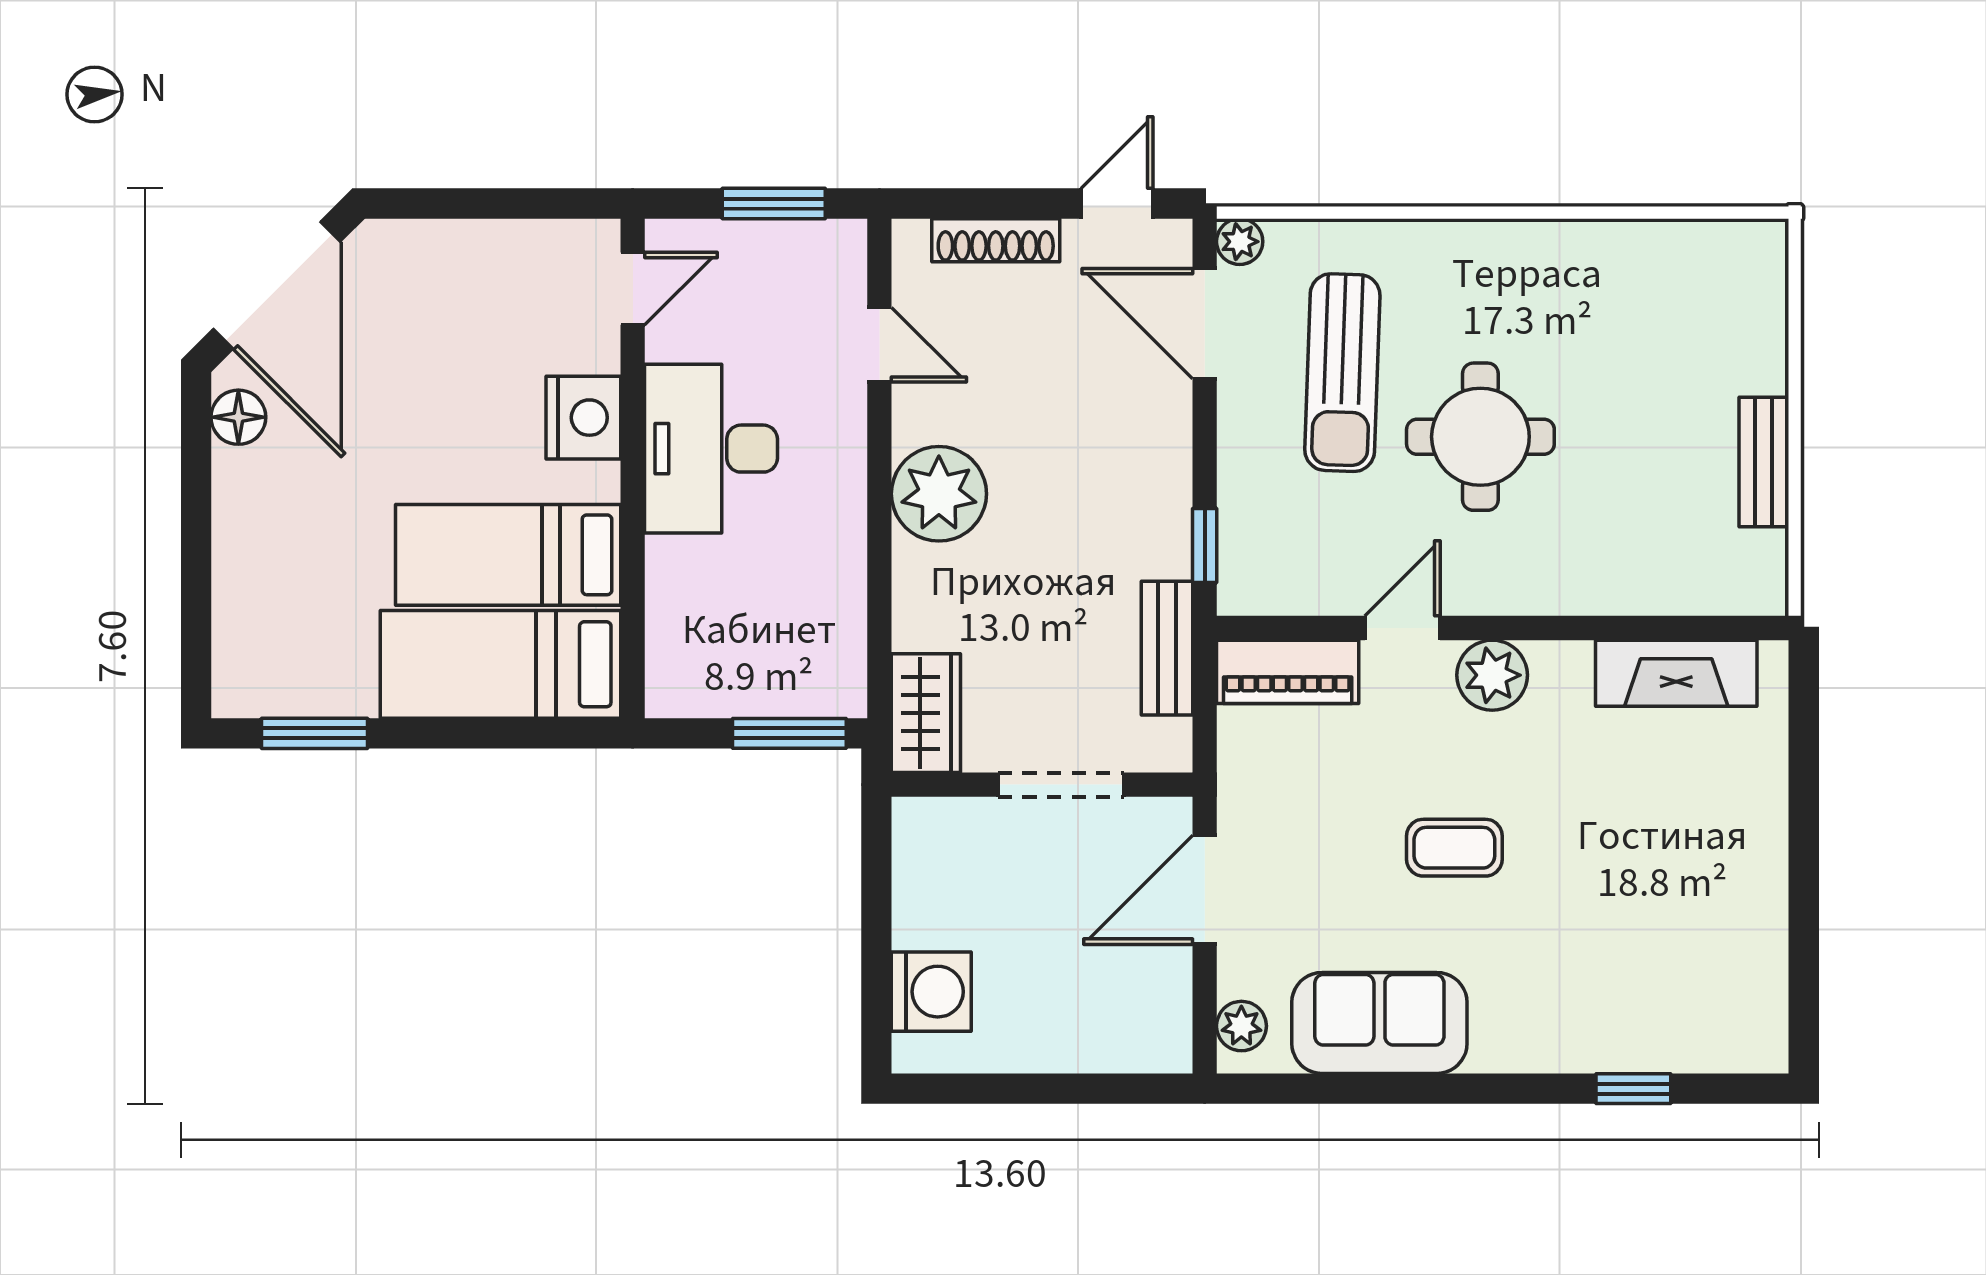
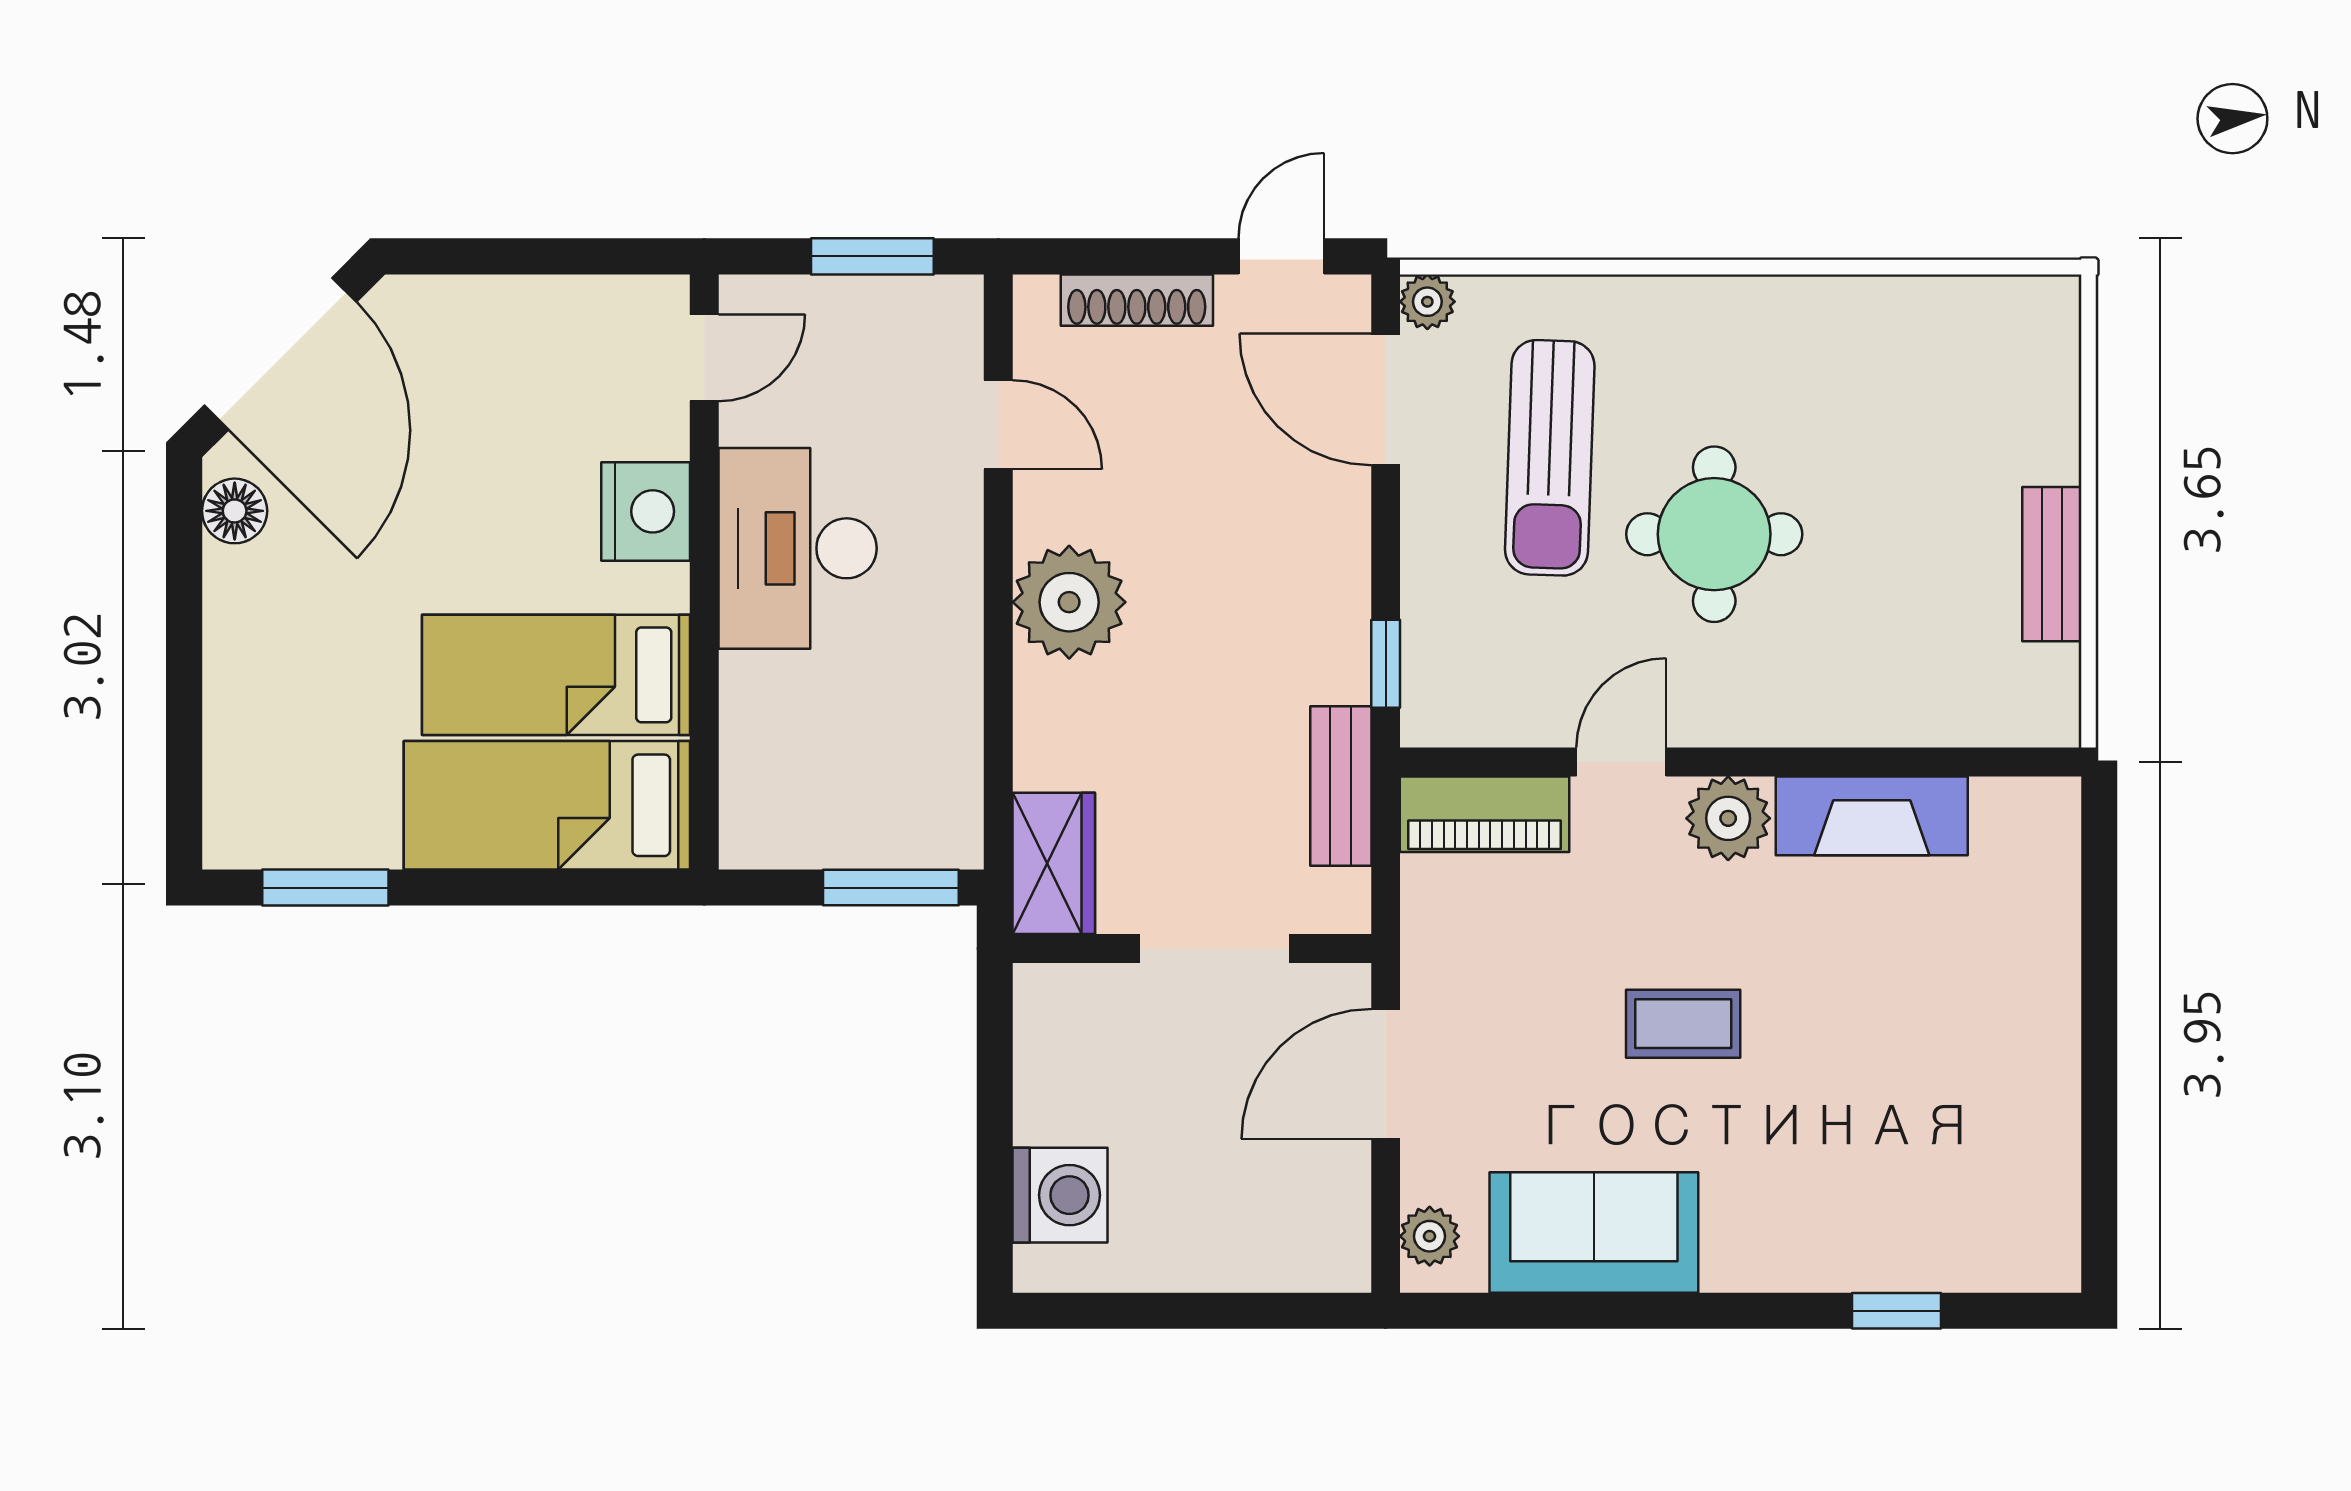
fireplace: (1676, 673) -> (1872, 816), moved

